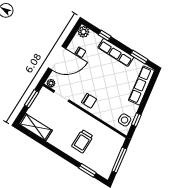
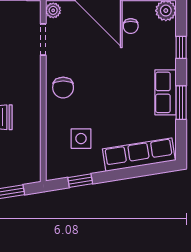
row of seats: (116, 52) -> (165, 92), width x0.68
window: (139, 57) -> (181, 103), moved
side table: (125, 120) -> (81, 139), moved

